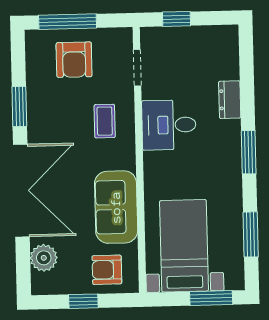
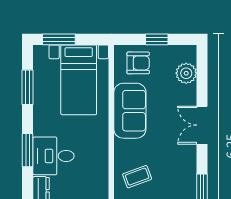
coffee table: (105, 121) -> (137, 177), turned 70
desk: (169, 125) -> (53, 156), moved, turned 180
double door: (21, 191) -> (202, 125), width x0.54

